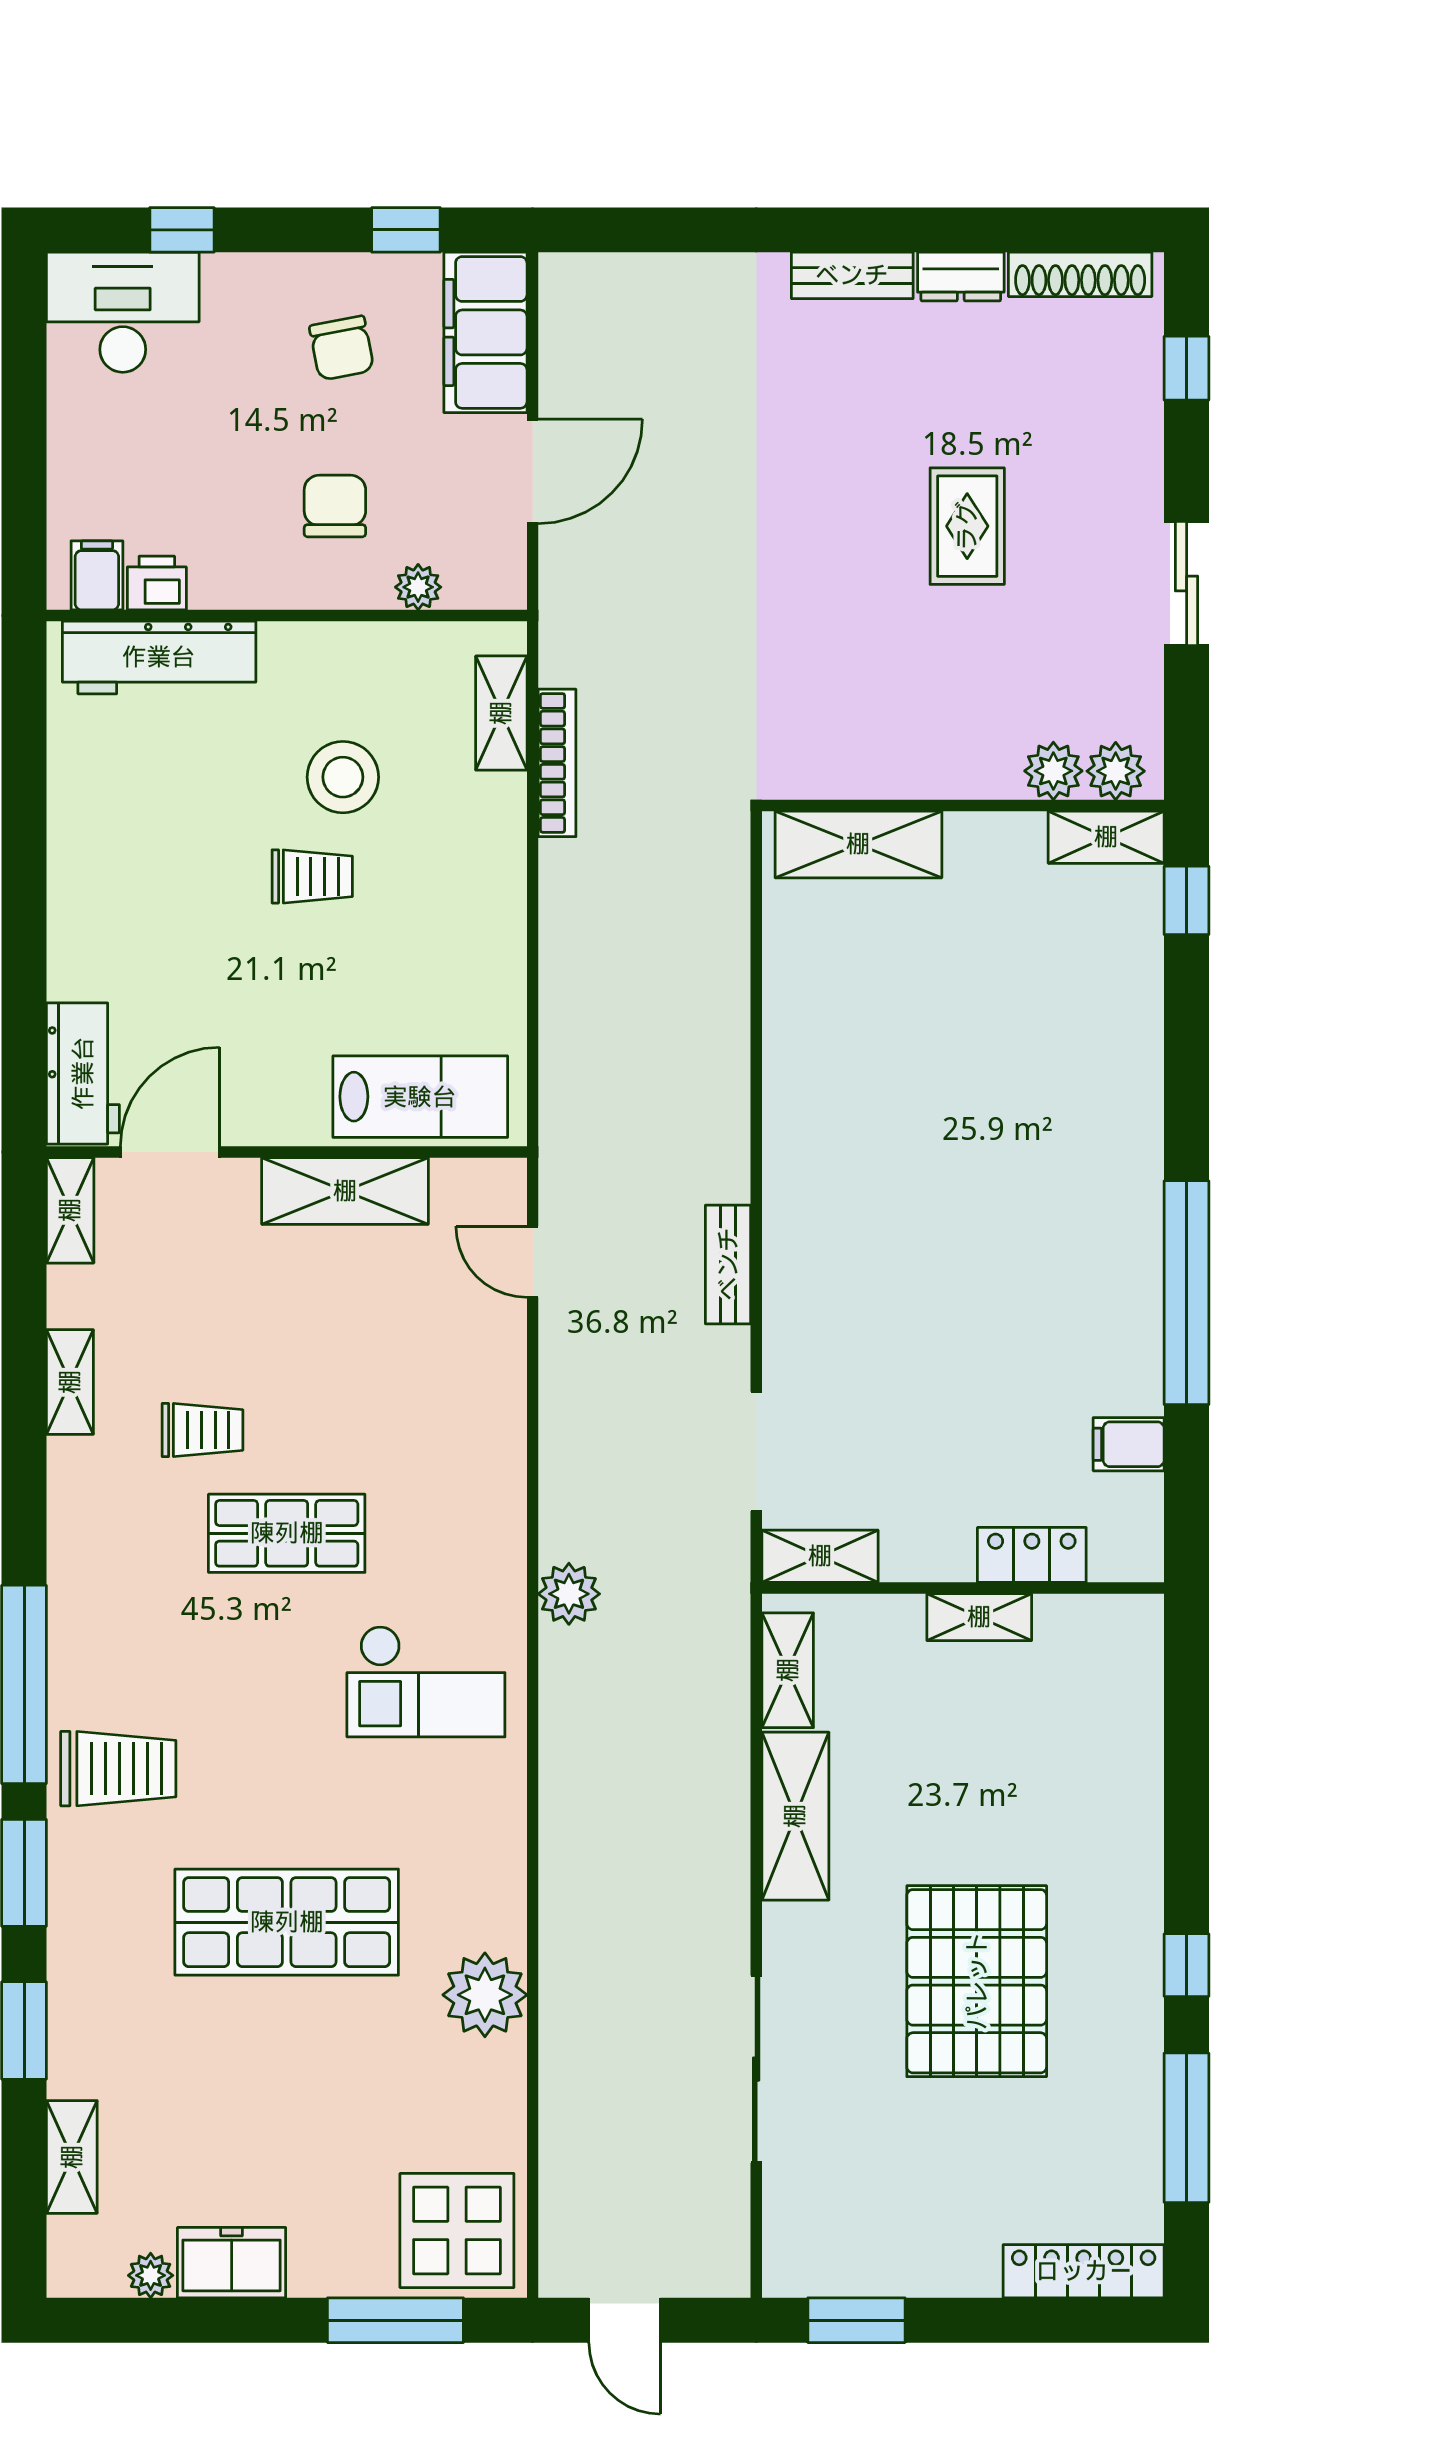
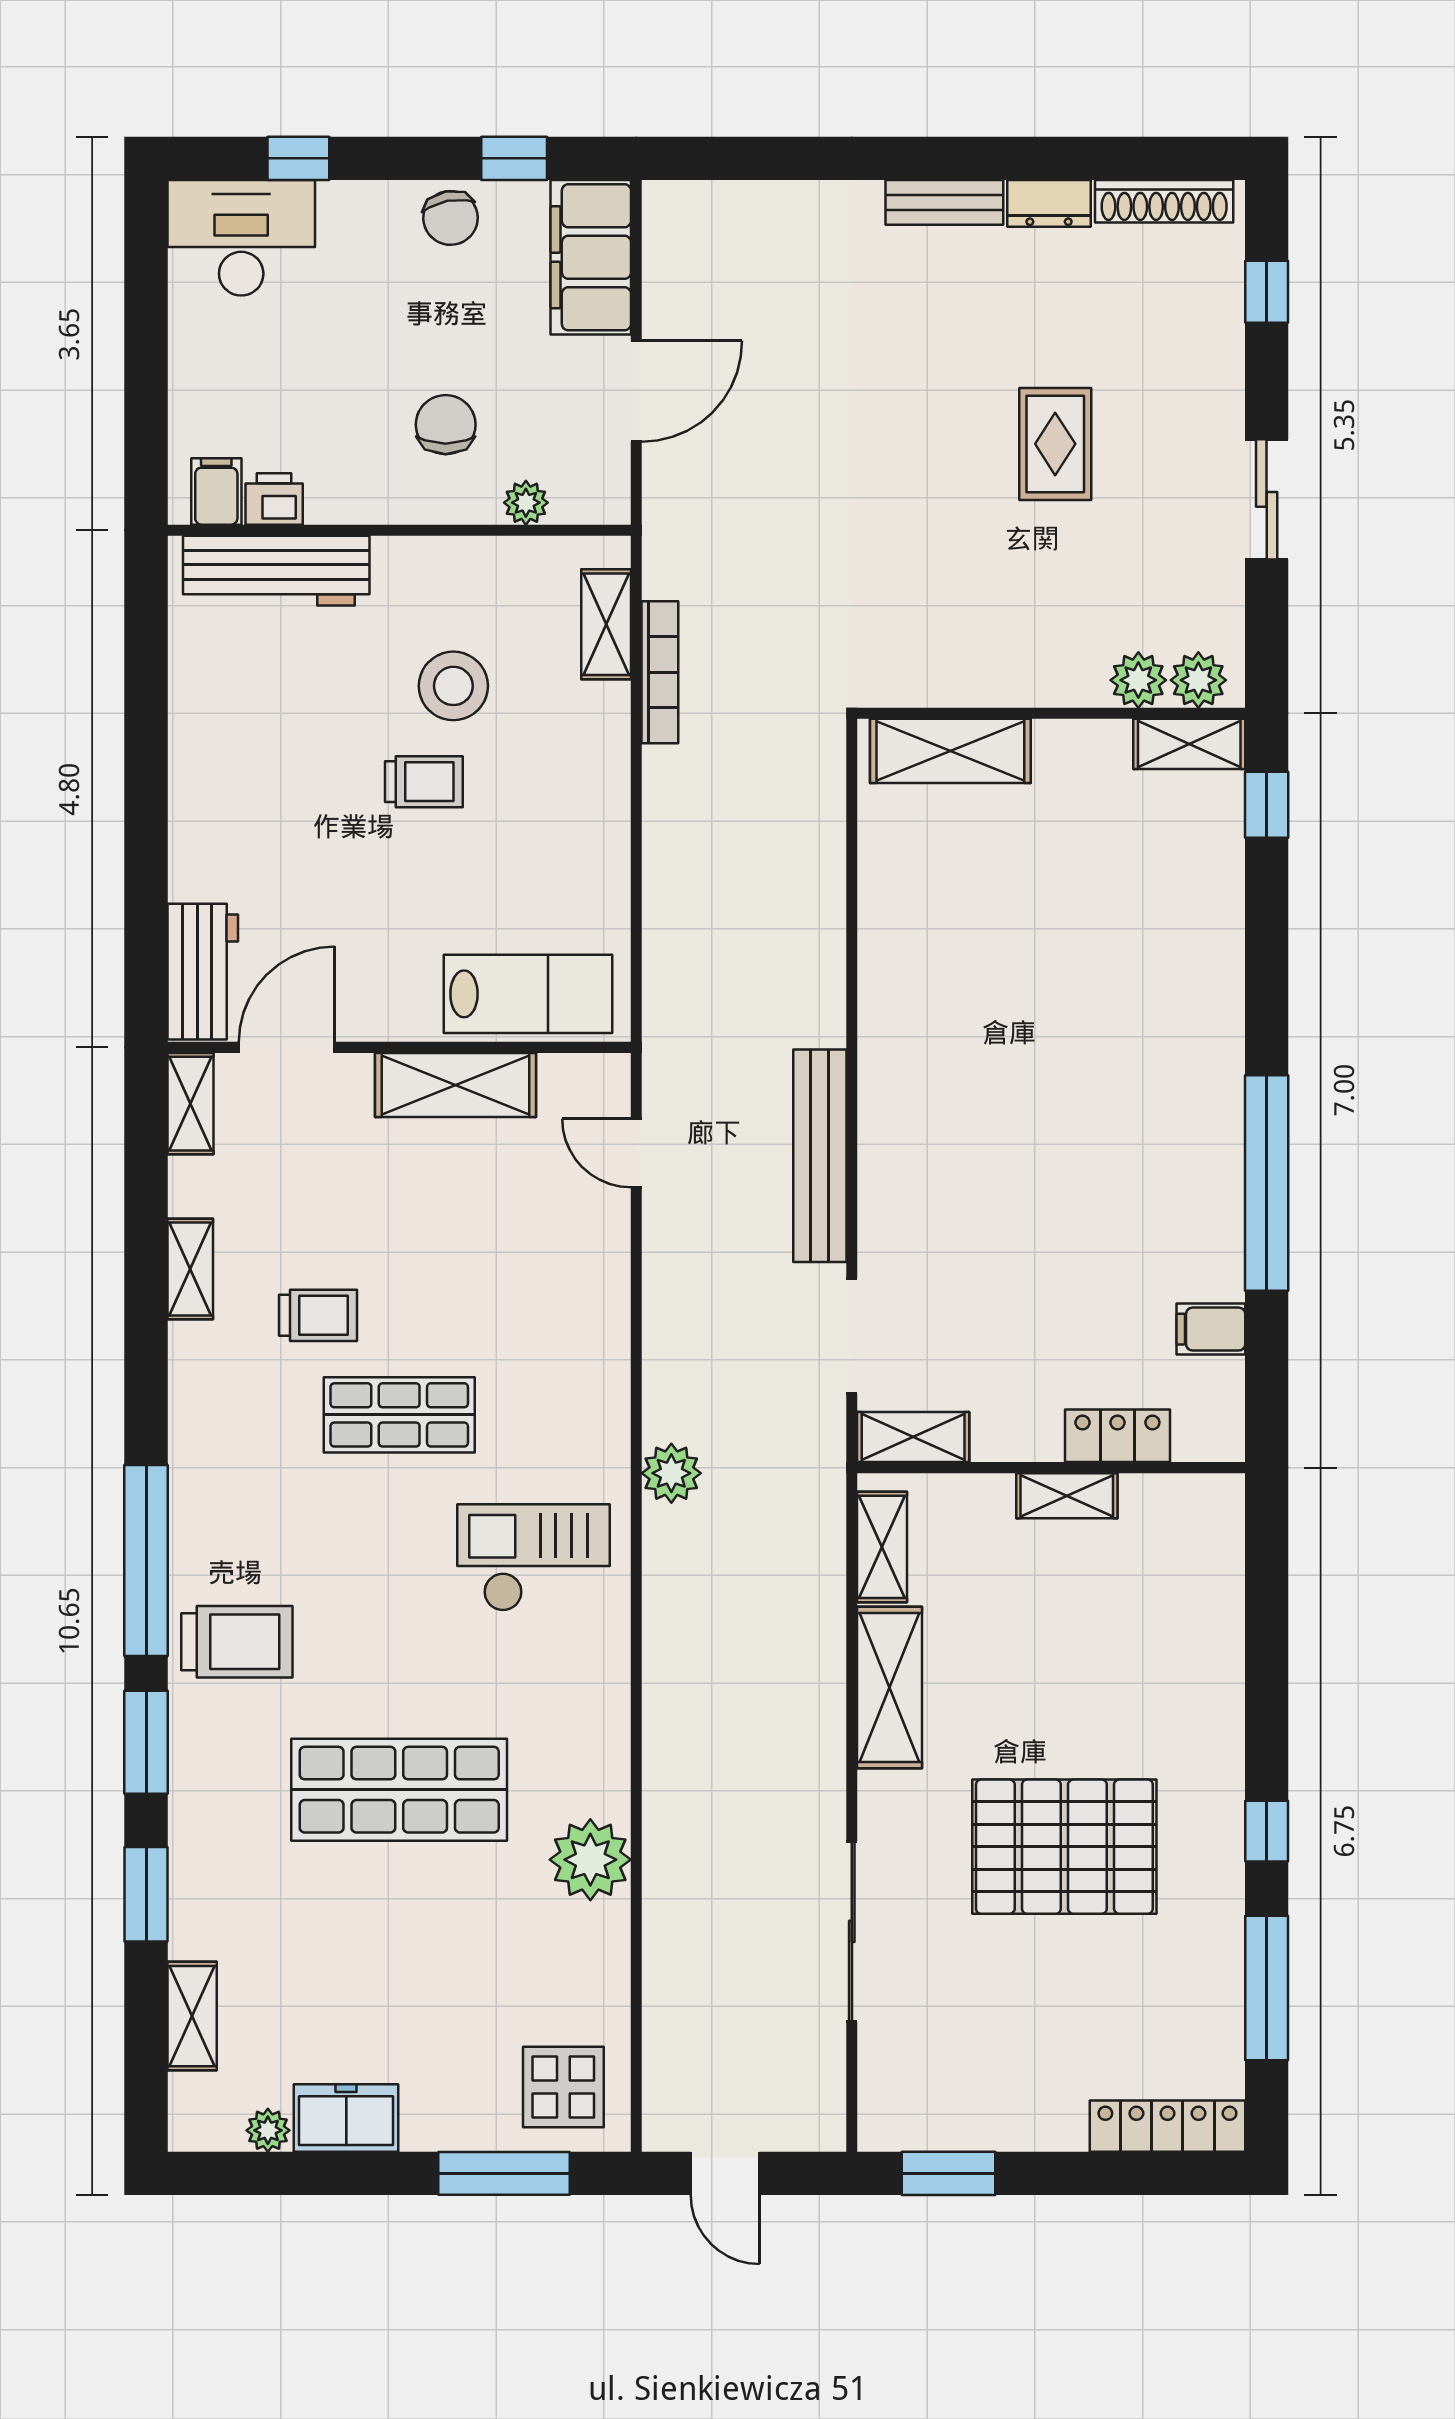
chair: (342, 348) -> (450, 218), moved
bench: (728, 1264) -> (820, 1156), width x1.86, depth x1.21
checkout: (426, 1681) -> (533, 1558), turned 180
pallet: (977, 1981) -> (1064, 1847), turned 90
display table: (457, 2230) -> (563, 2087), width x0.73, depth x0.73

